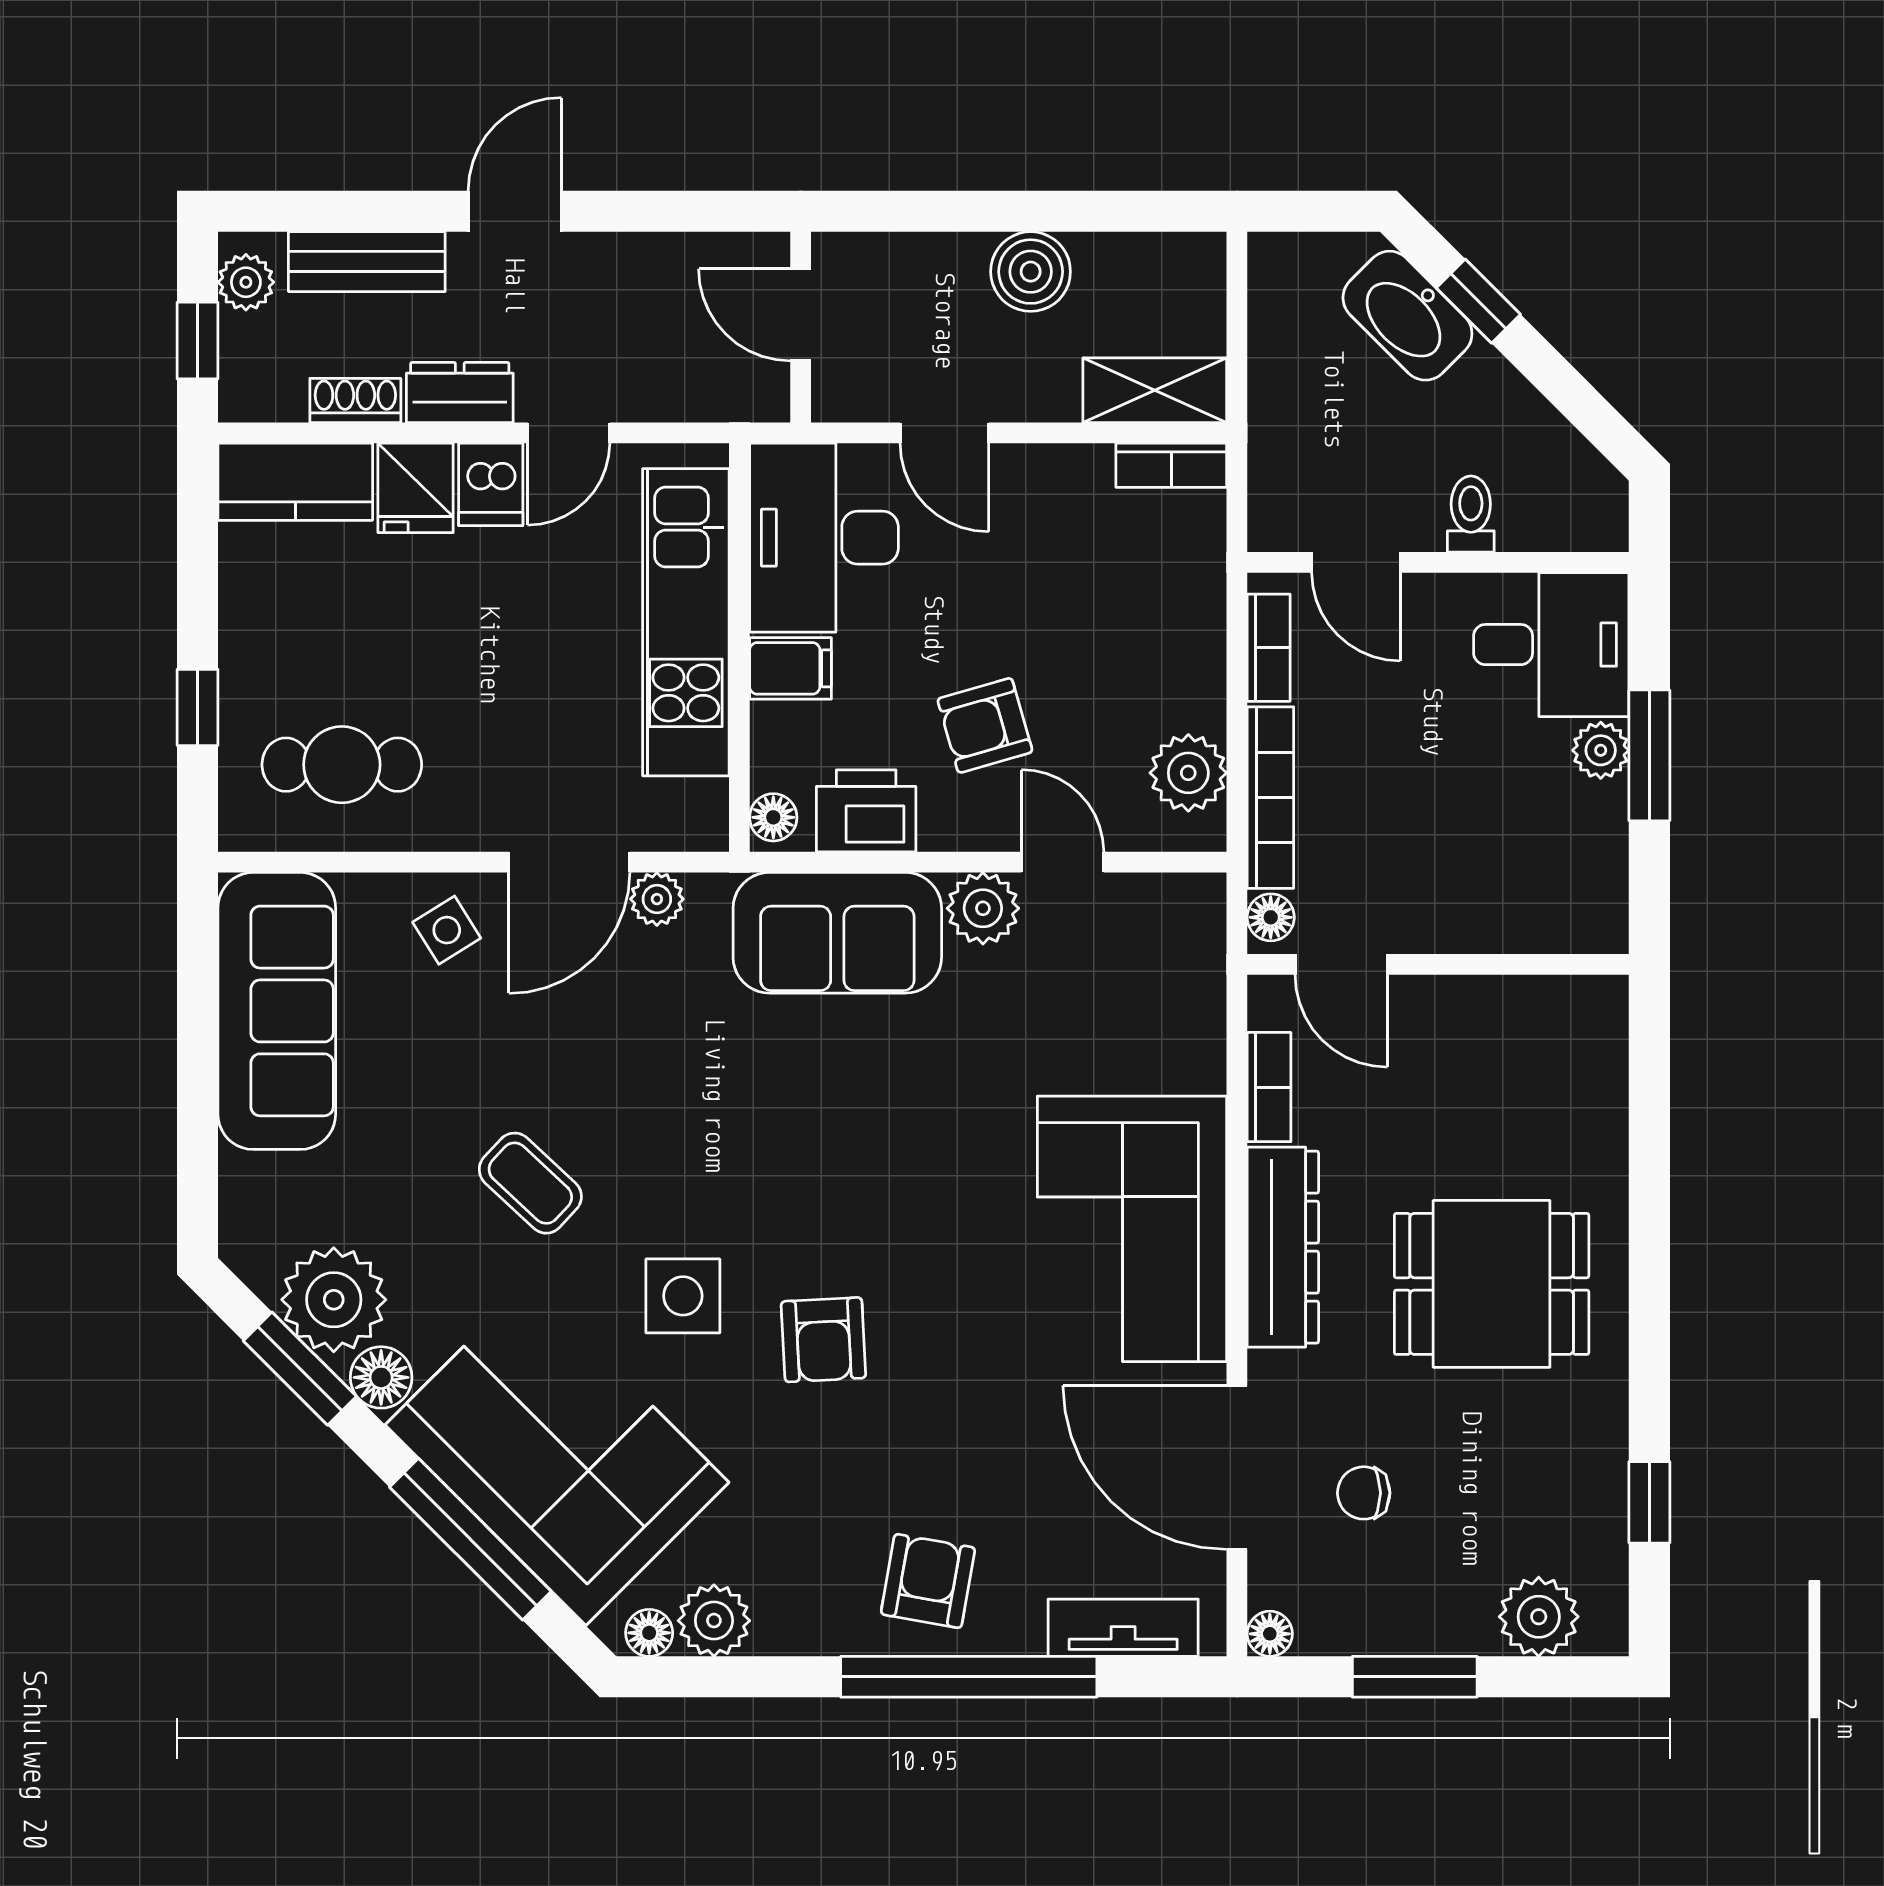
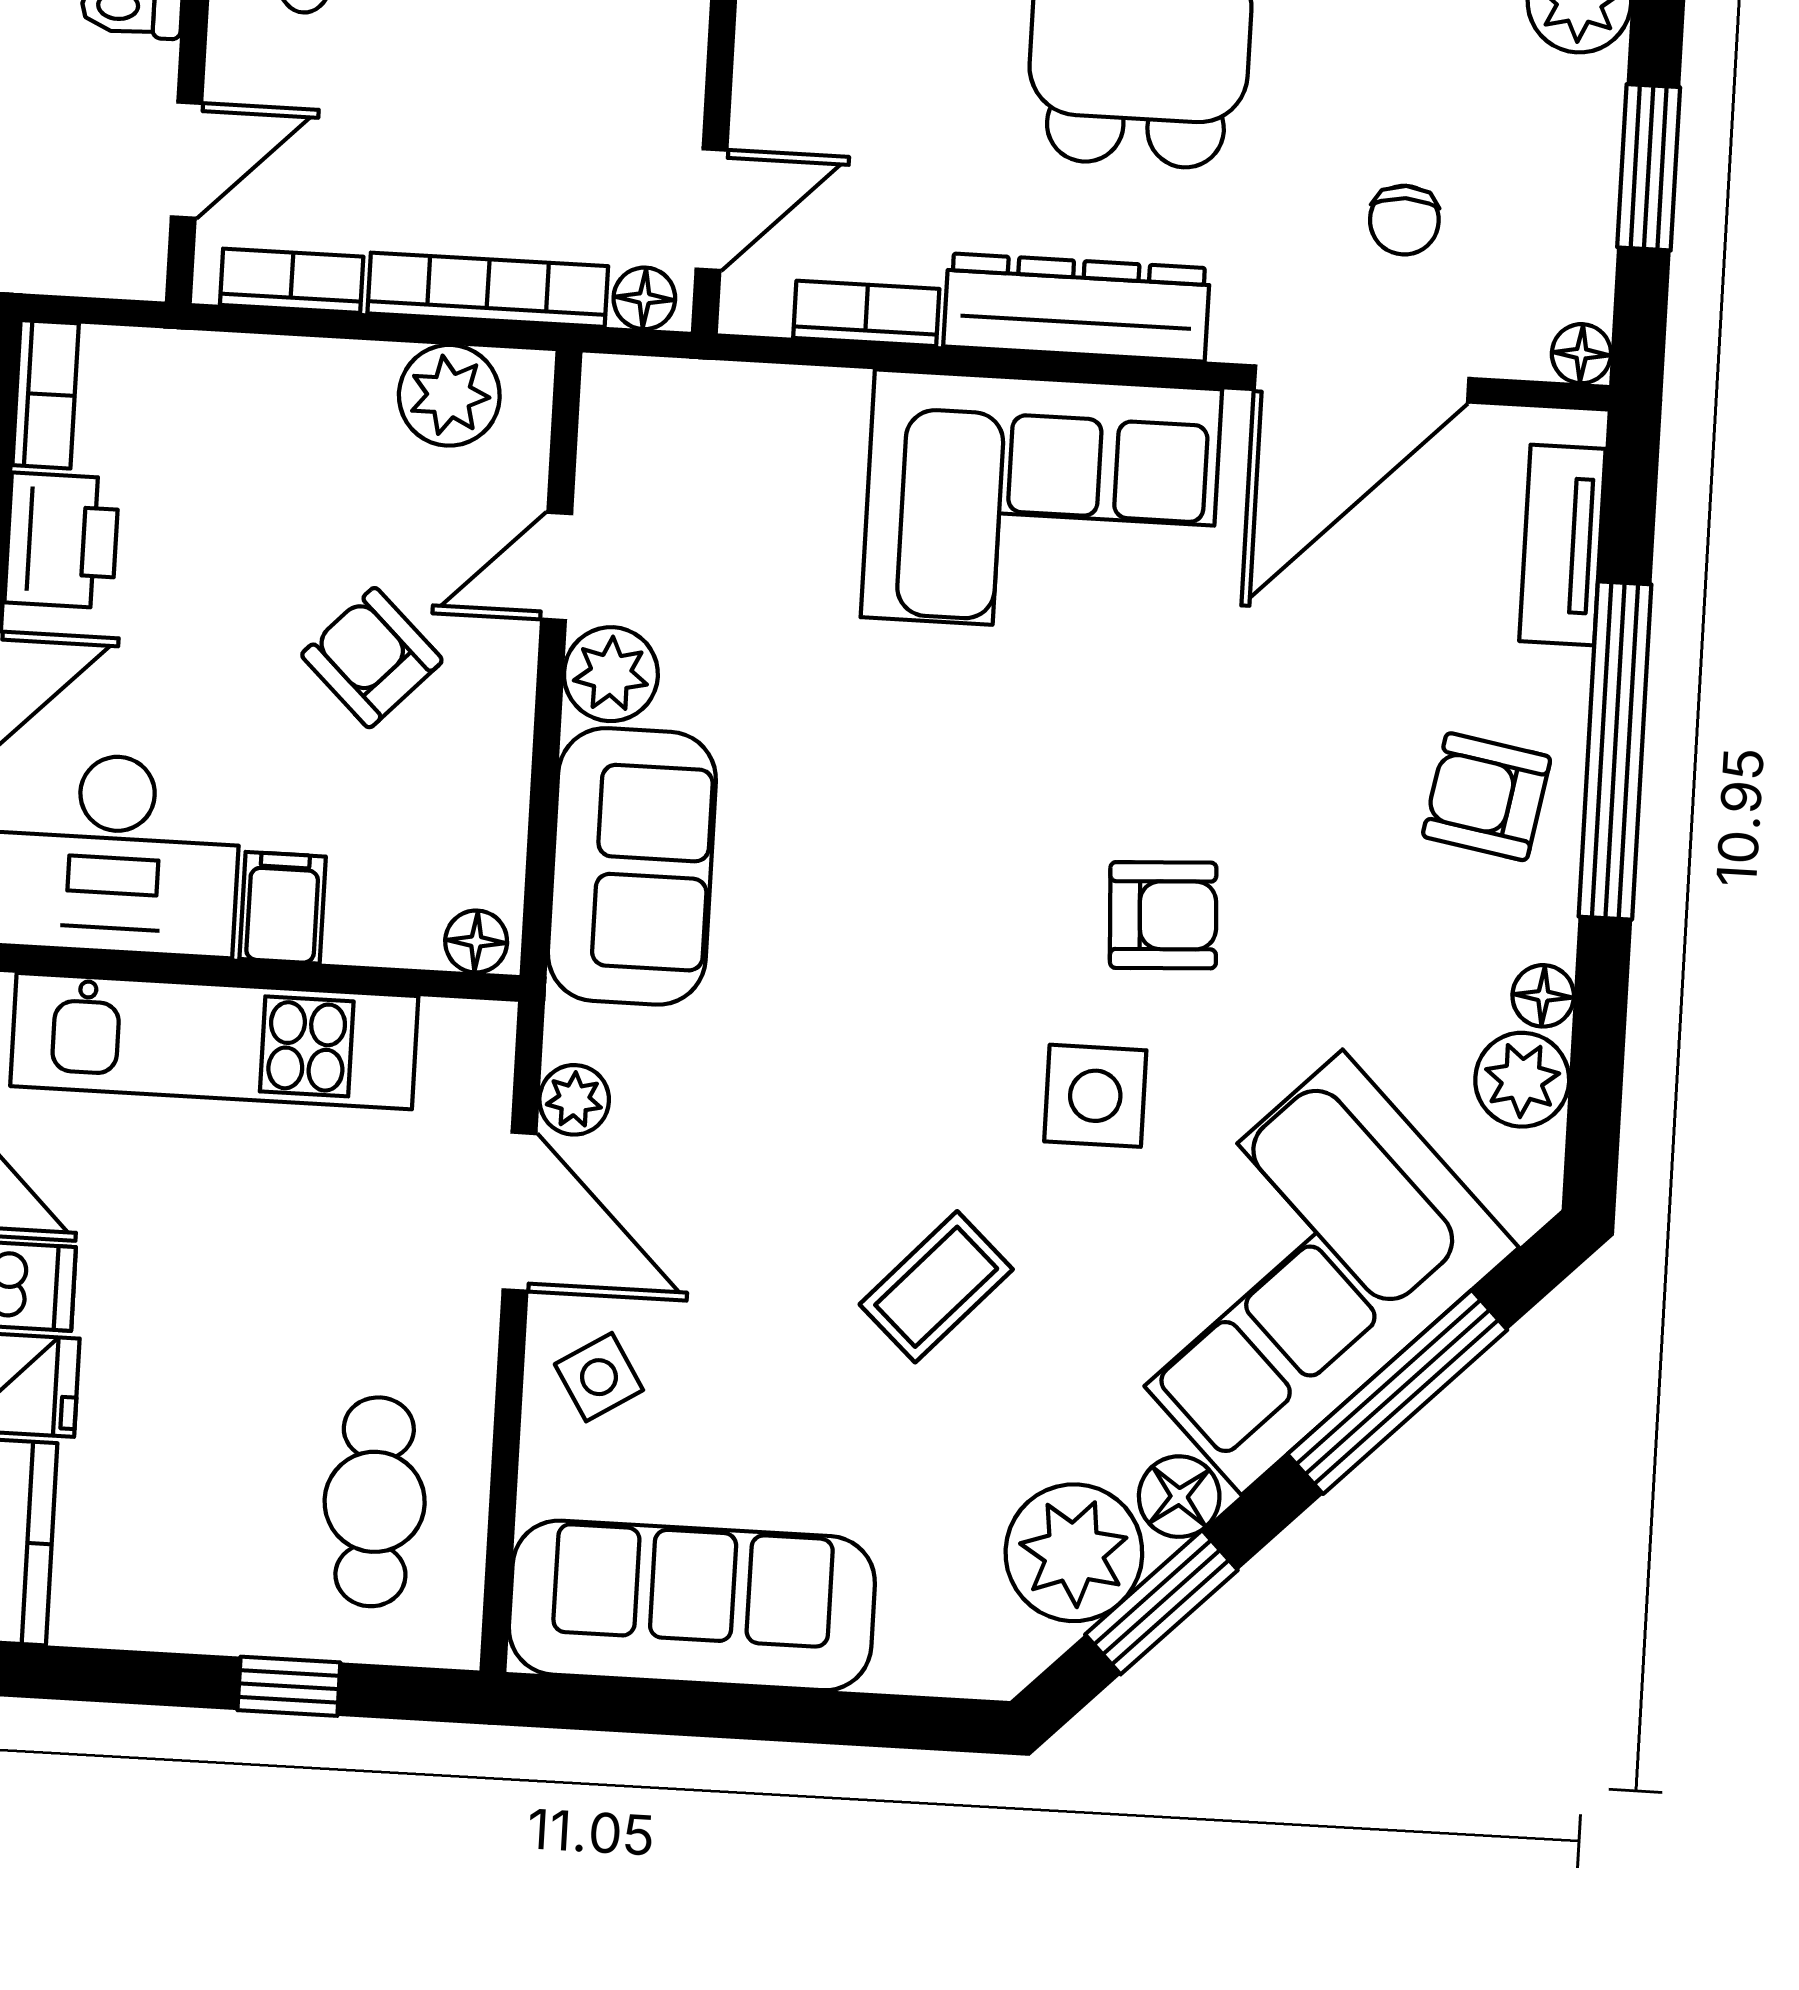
armchair: (985, 725) -> (372, 658), turned 150
printer: (866, 811) -> (62, 540), moved, turned 180
floor lamp: (649, 1633) -> (1543, 996), moved

